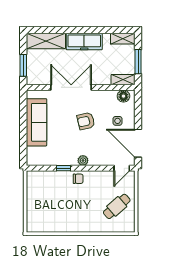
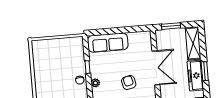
window: (80, 30) -> (205, 71), added
sofa: (37, 122) -> (108, 43), moved

